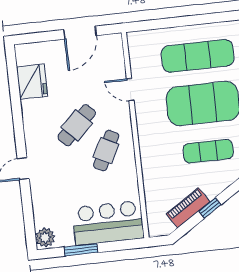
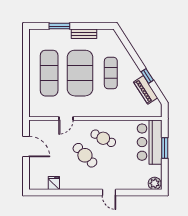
fridge: (32, 82) -> (54, 183), width x0.53, depth x0.75
window: (81, 250) -> (165, 148), moved

